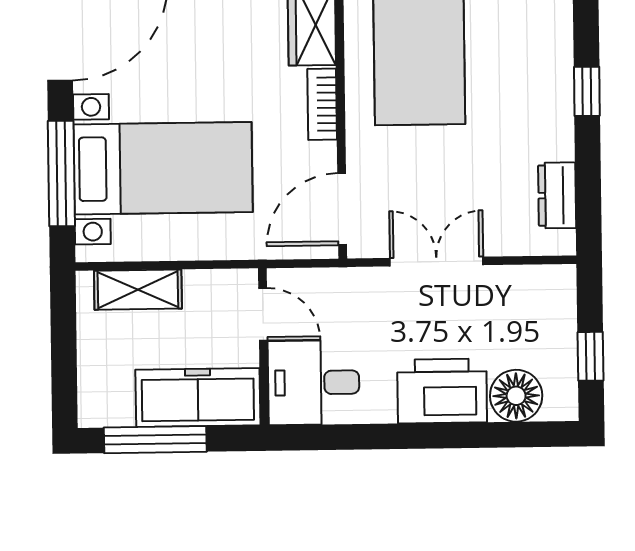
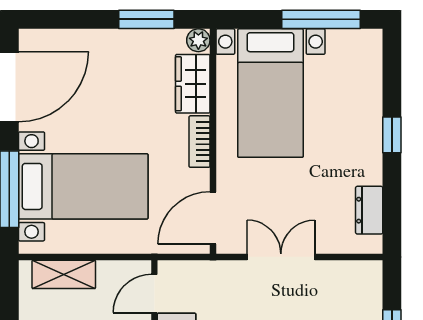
door: (263, 314) -> (154, 294), swing flipped

